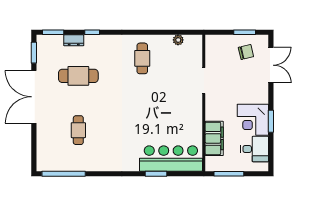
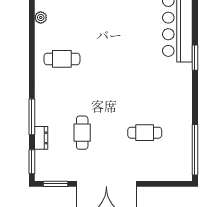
window: (92, 32) -> (32, 117), width x2.17
cafe table: (78, 76) -> (82, 133), width x0.73, depth x0.74
window: (156, 174) -> (195, 58), moved

